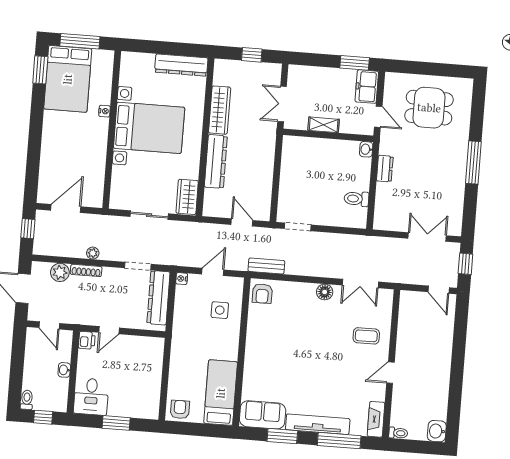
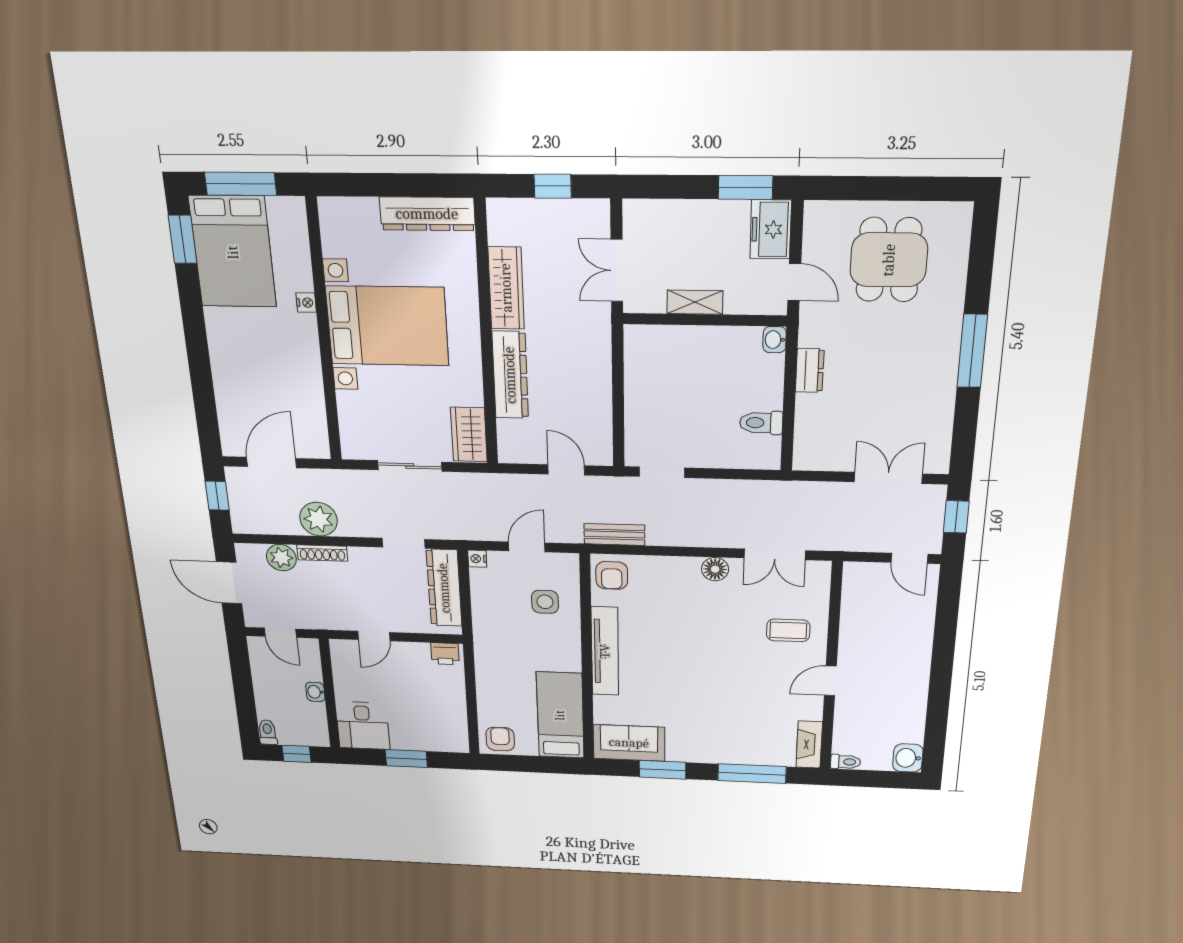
dining table: (429, 108) -> (889, 260), turned 90
plant: (93, 253) -> (319, 519), width x1.88, depth x1.88
printer: (87, 340) -> (445, 654), moved, turned 90
tv unit: (318, 424) -> (605, 651), moved, turned 90

